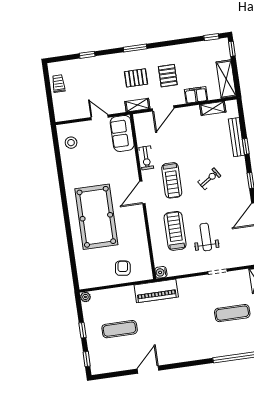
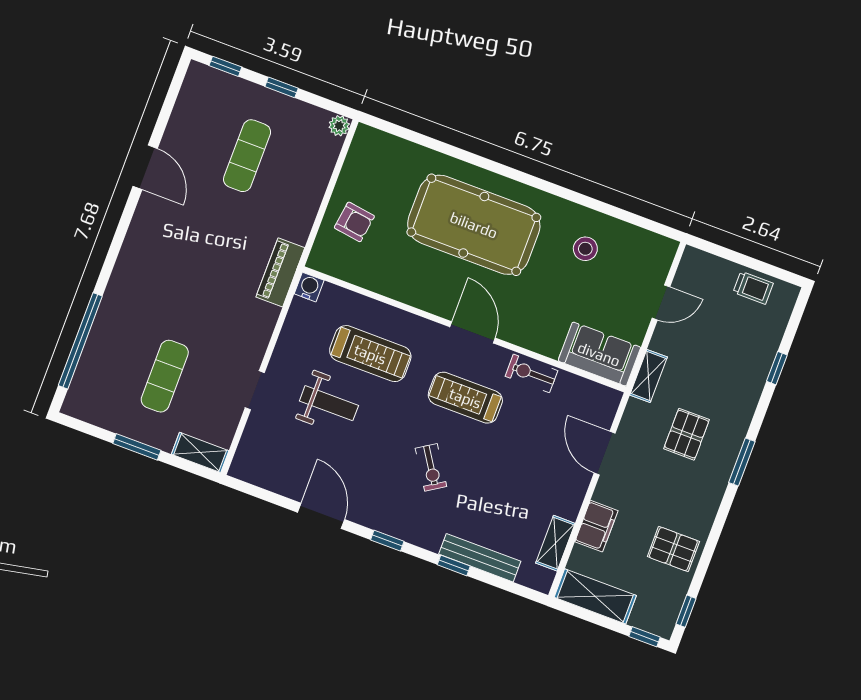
pallet: (168, 76) -> (673, 549), moved
shelving: (137, 105) -> (649, 376), moved
door: (100, 117) -> (661, 302), moved
stool: (71, 143) -> (585, 249), moved
piano: (156, 291) -> (280, 272), width x0.73, depth x0.75

